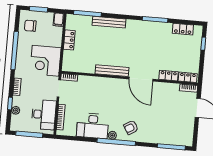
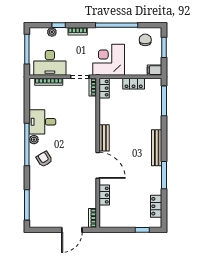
bench: (109, 22) -> (157, 148), moved
bench: (112, 71) -> (104, 138), width x0.73
locker: (188, 77) -> (104, 88), moved
door: (141, 79) -> (98, 165), swing flipped
desk: (93, 126) -> (42, 122), width x0.73

